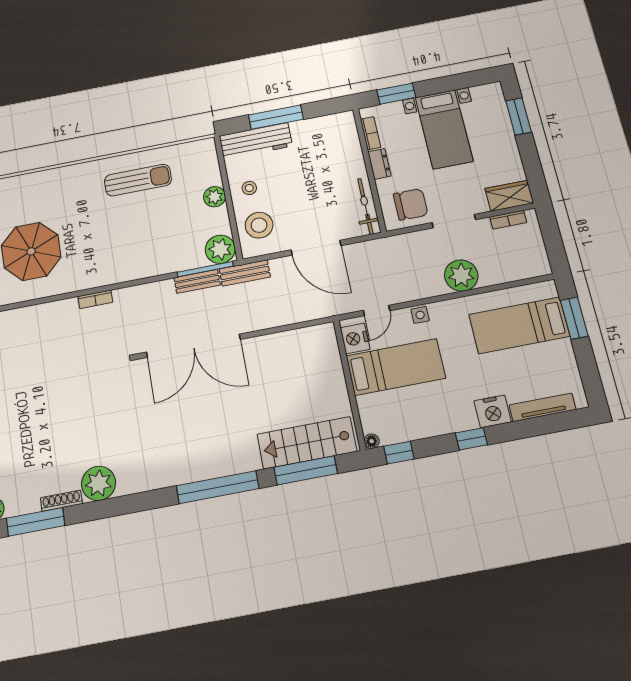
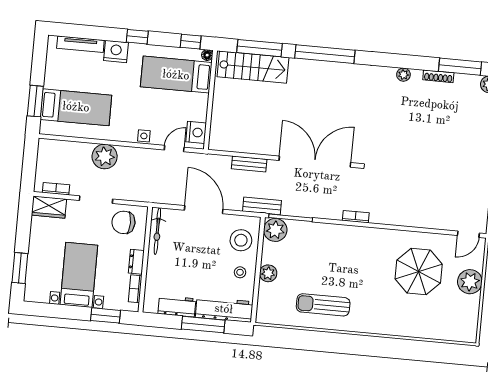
workbench: (314, 128) -> (177, 306), added
bench: (197, 281) -> (249, 164), moved
bookcase: (95, 299) -> (356, 217), moved
bed: (396, 367) -> (176, 75), moved
plant: (99, 483) -> (403, 75), width x0.53, depth x0.53

